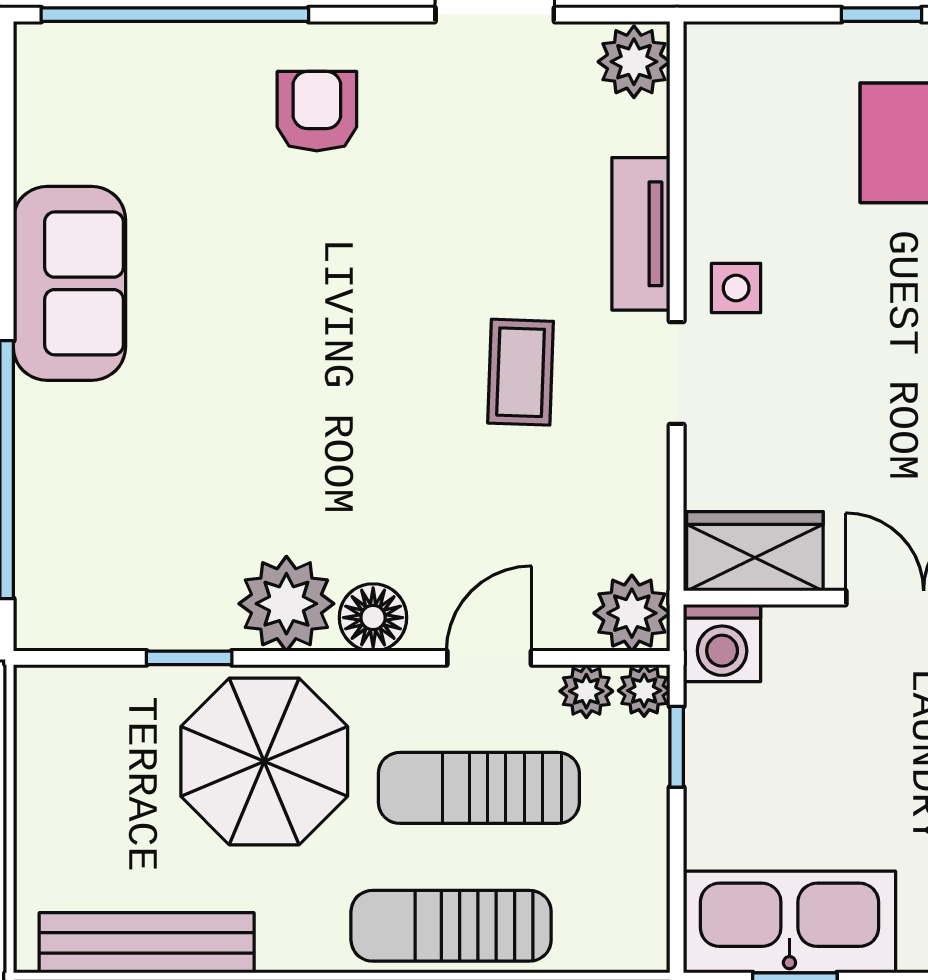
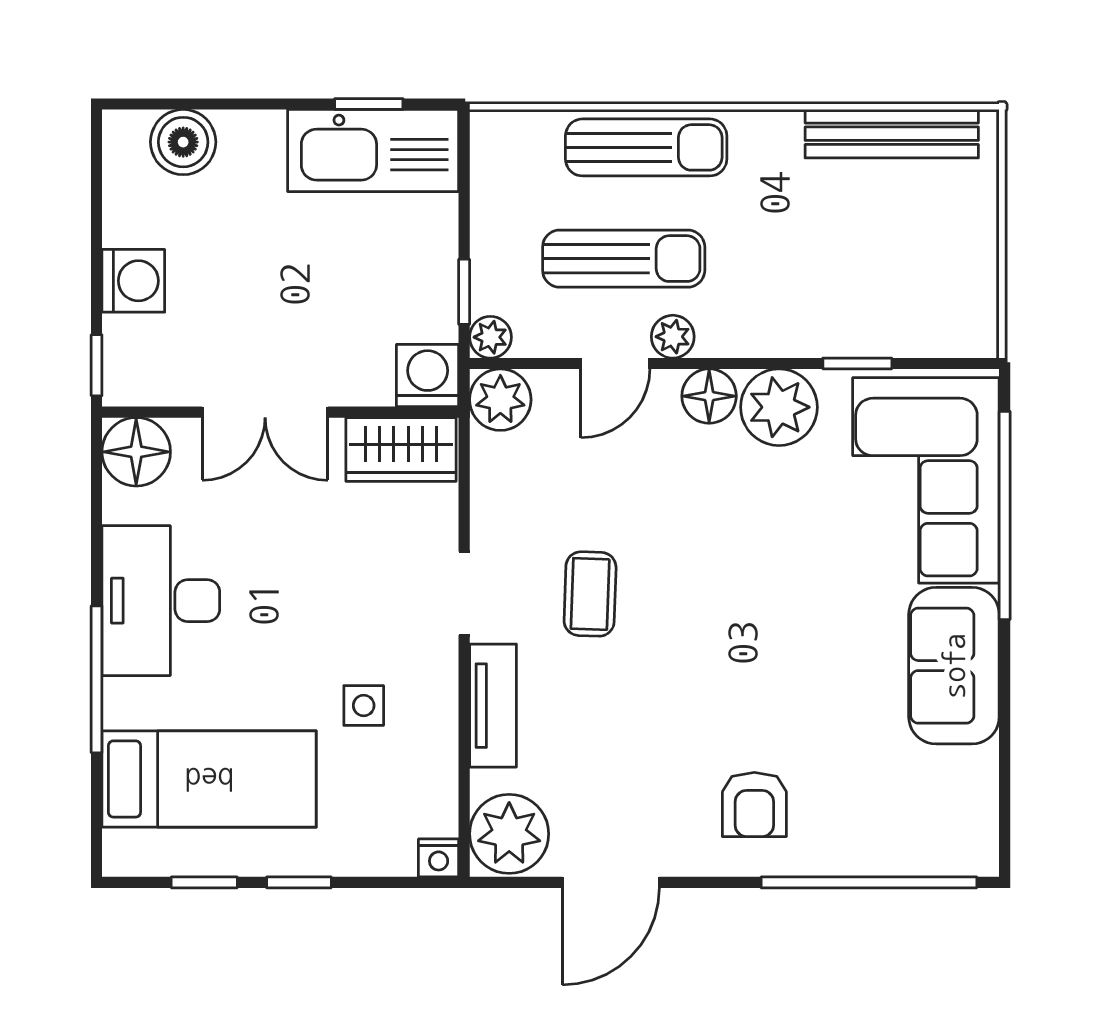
nightstand: (708, 45) -> (439, 858), added
plant: (634, 62) -> (509, 834), width x1.36, depth x1.36
side table: (736, 288) -> (364, 705), moved
corner sofa: (104, 513) -> (926, 480), added
plant: (586, 691) -> (673, 337), moved
parasol: (264, 761) -> (797, 280), removed

